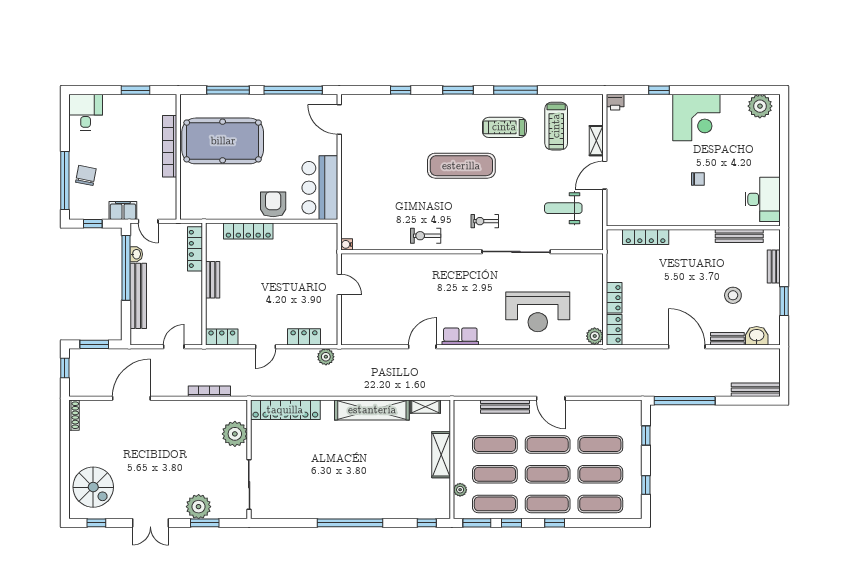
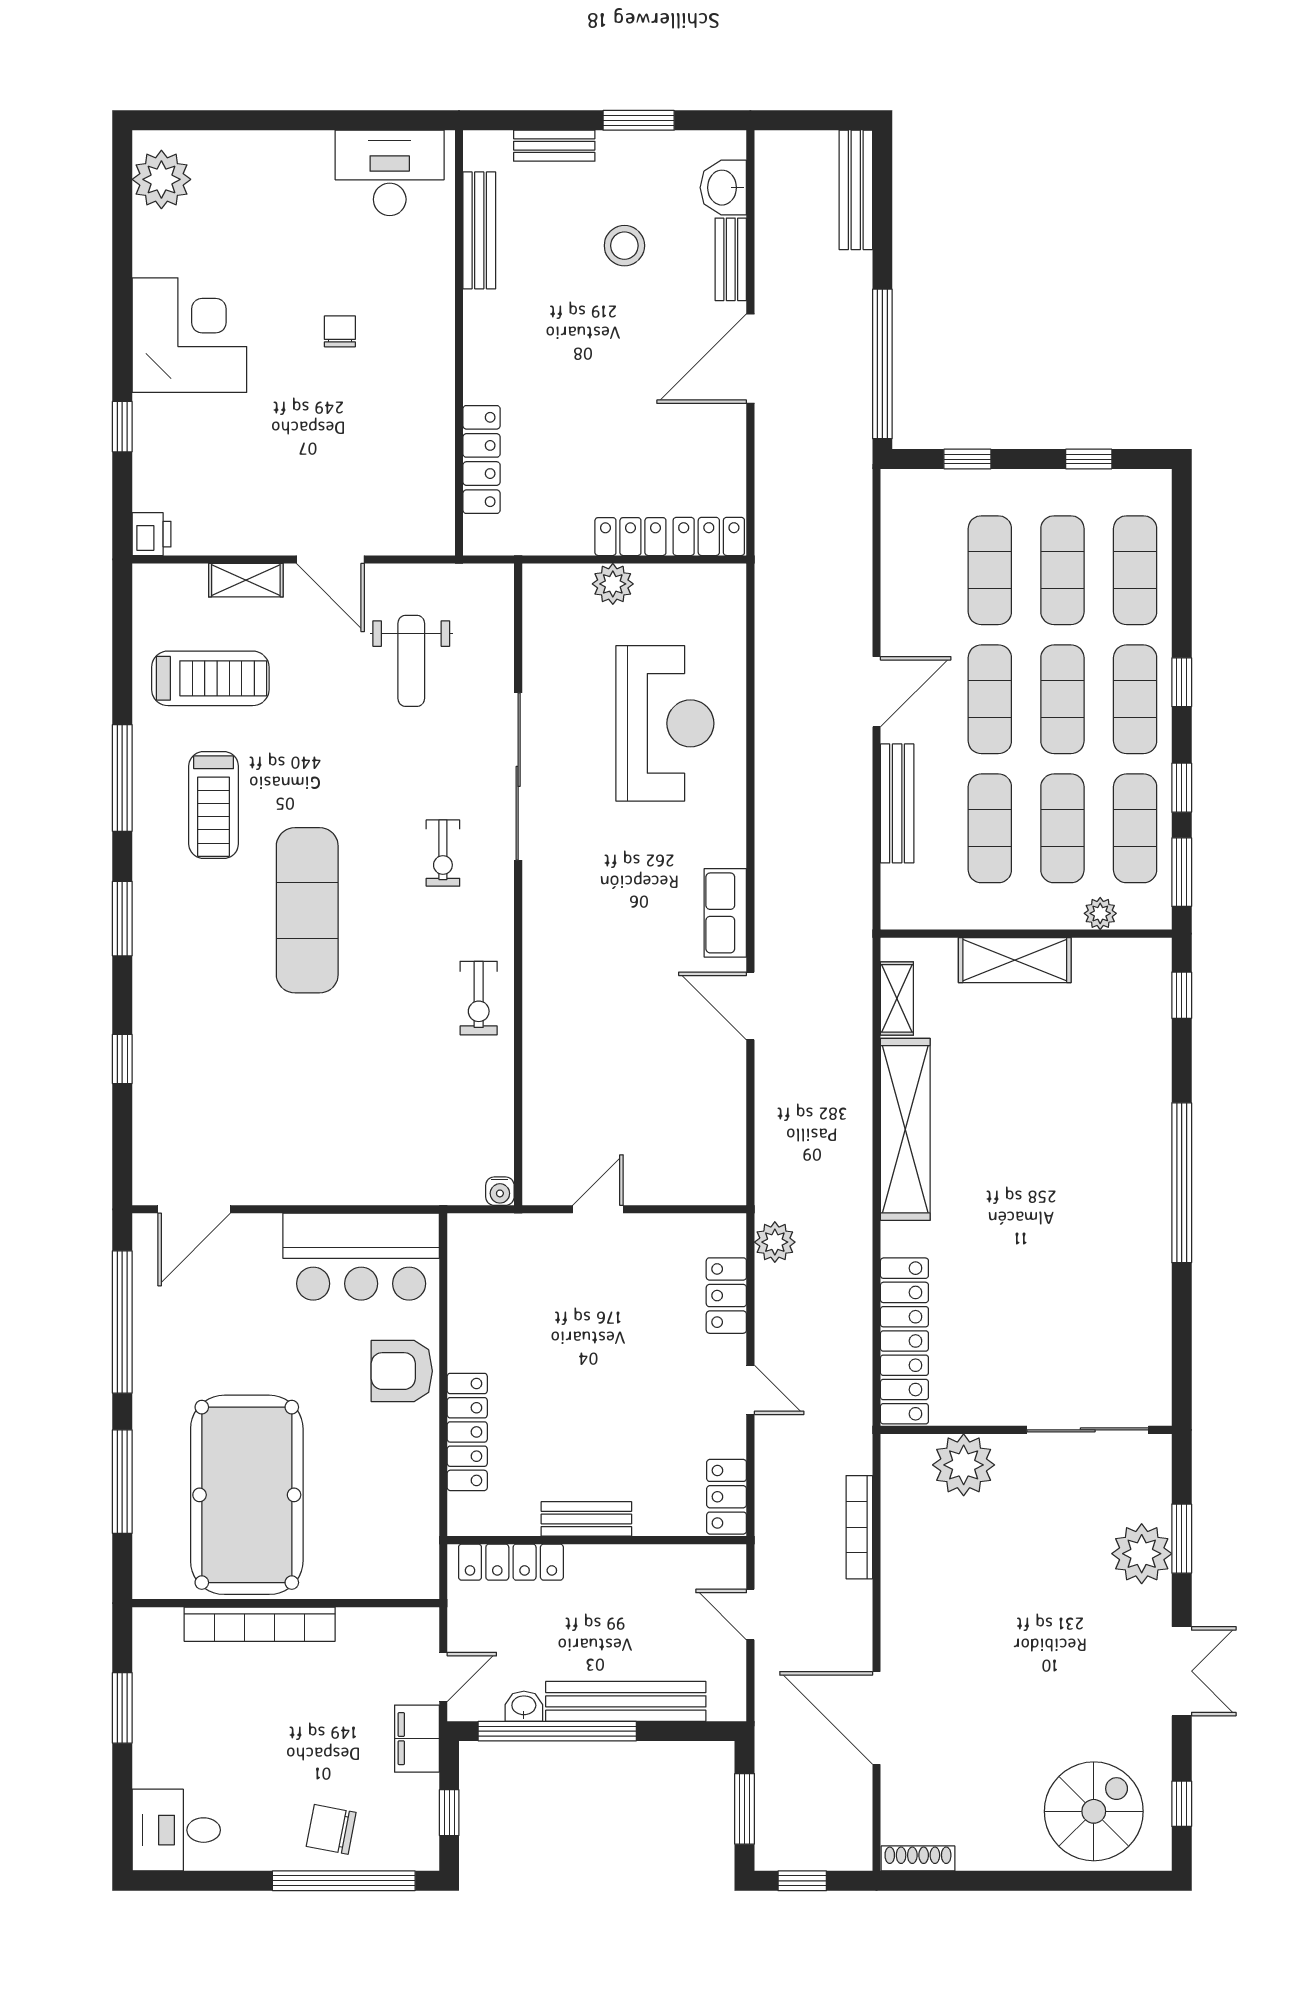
plant: (595, 336) -> (613, 584), moved

